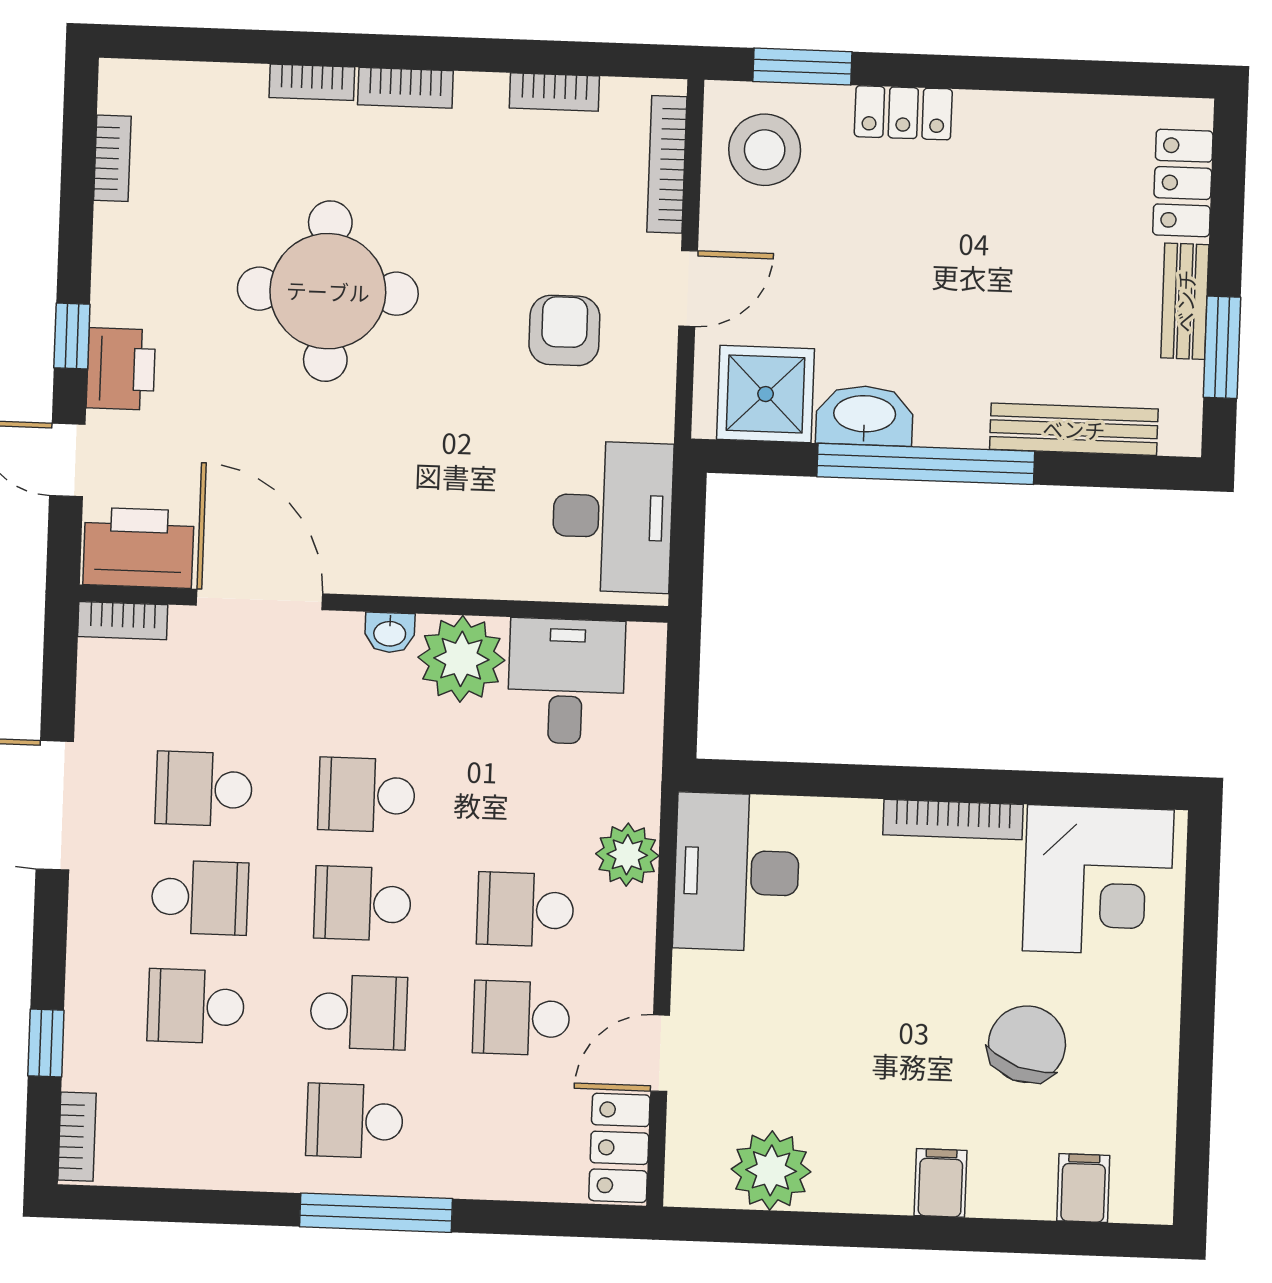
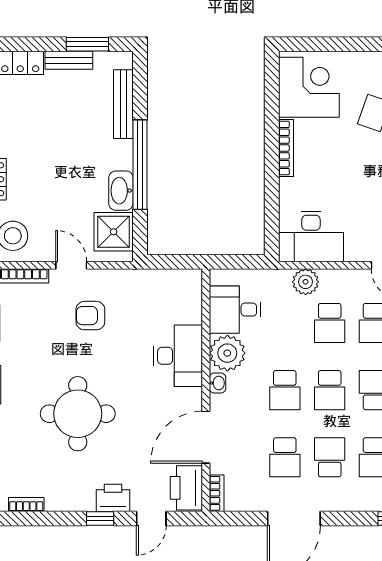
desk: (612, 517) -> (178, 356), moved, turned 90

